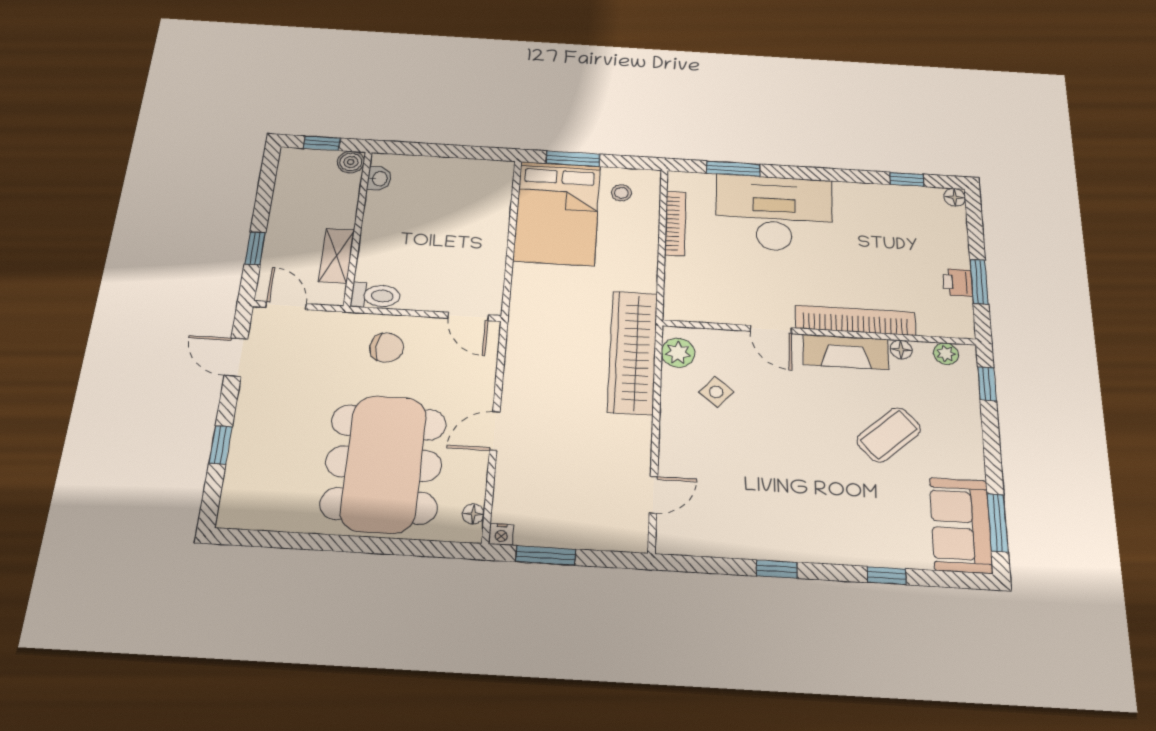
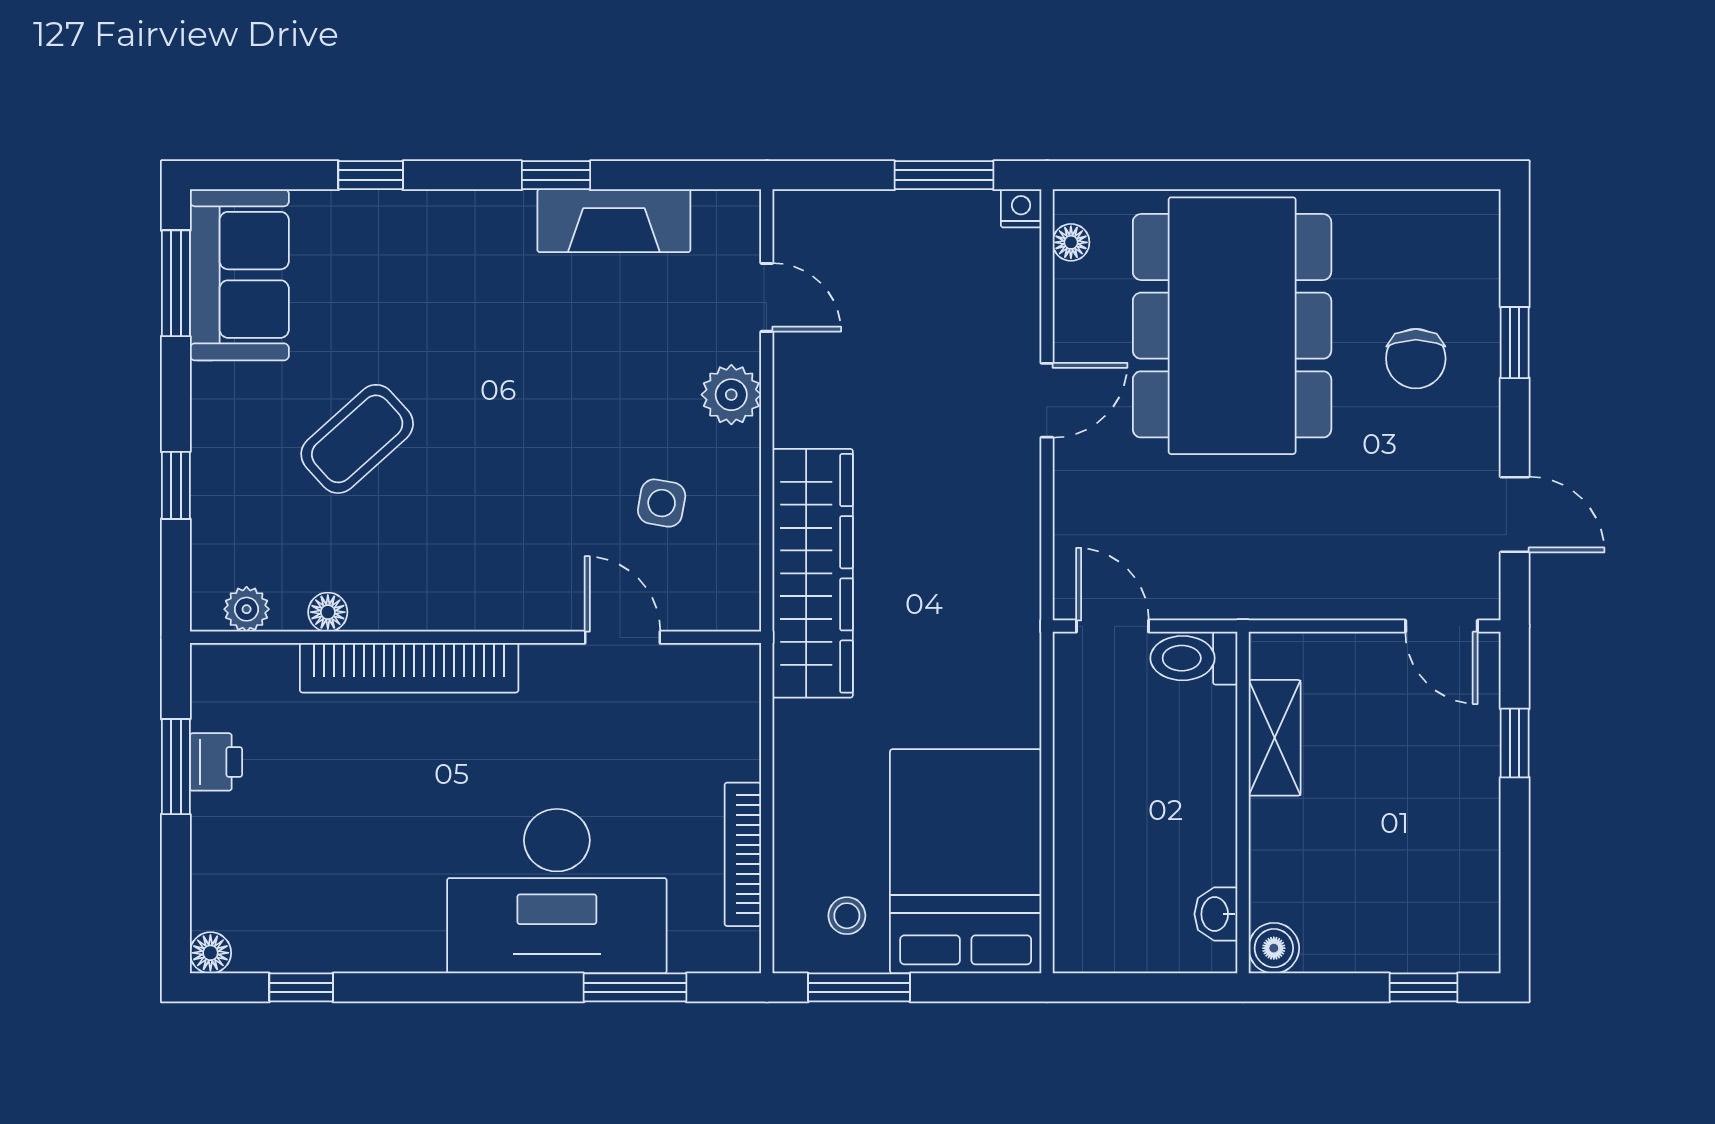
window: (573, 159) -> (859, 987), moved
boiler: (351, 162) -> (1274, 948), moved
washbasin: (379, 179) -> (1216, 914), moved
wall: (358, 227) -> (1243, 803), moved
shelving: (337, 256) -> (1275, 738), moved
toilet: (376, 296) -> (1194, 658), moved
door: (771, 330) -> (623, 637), moved
chair: (387, 348) -> (1416, 359), moved, turned -94
fireplace: (846, 352) -> (614, 221), moved, turned 180
plant: (678, 353) -> (731, 395), moved
window: (987, 384) -> (176, 485), moved
side table: (716, 392) -> (662, 503), turned -30
door: (653, 495) -> (767, 297), swing flipped

